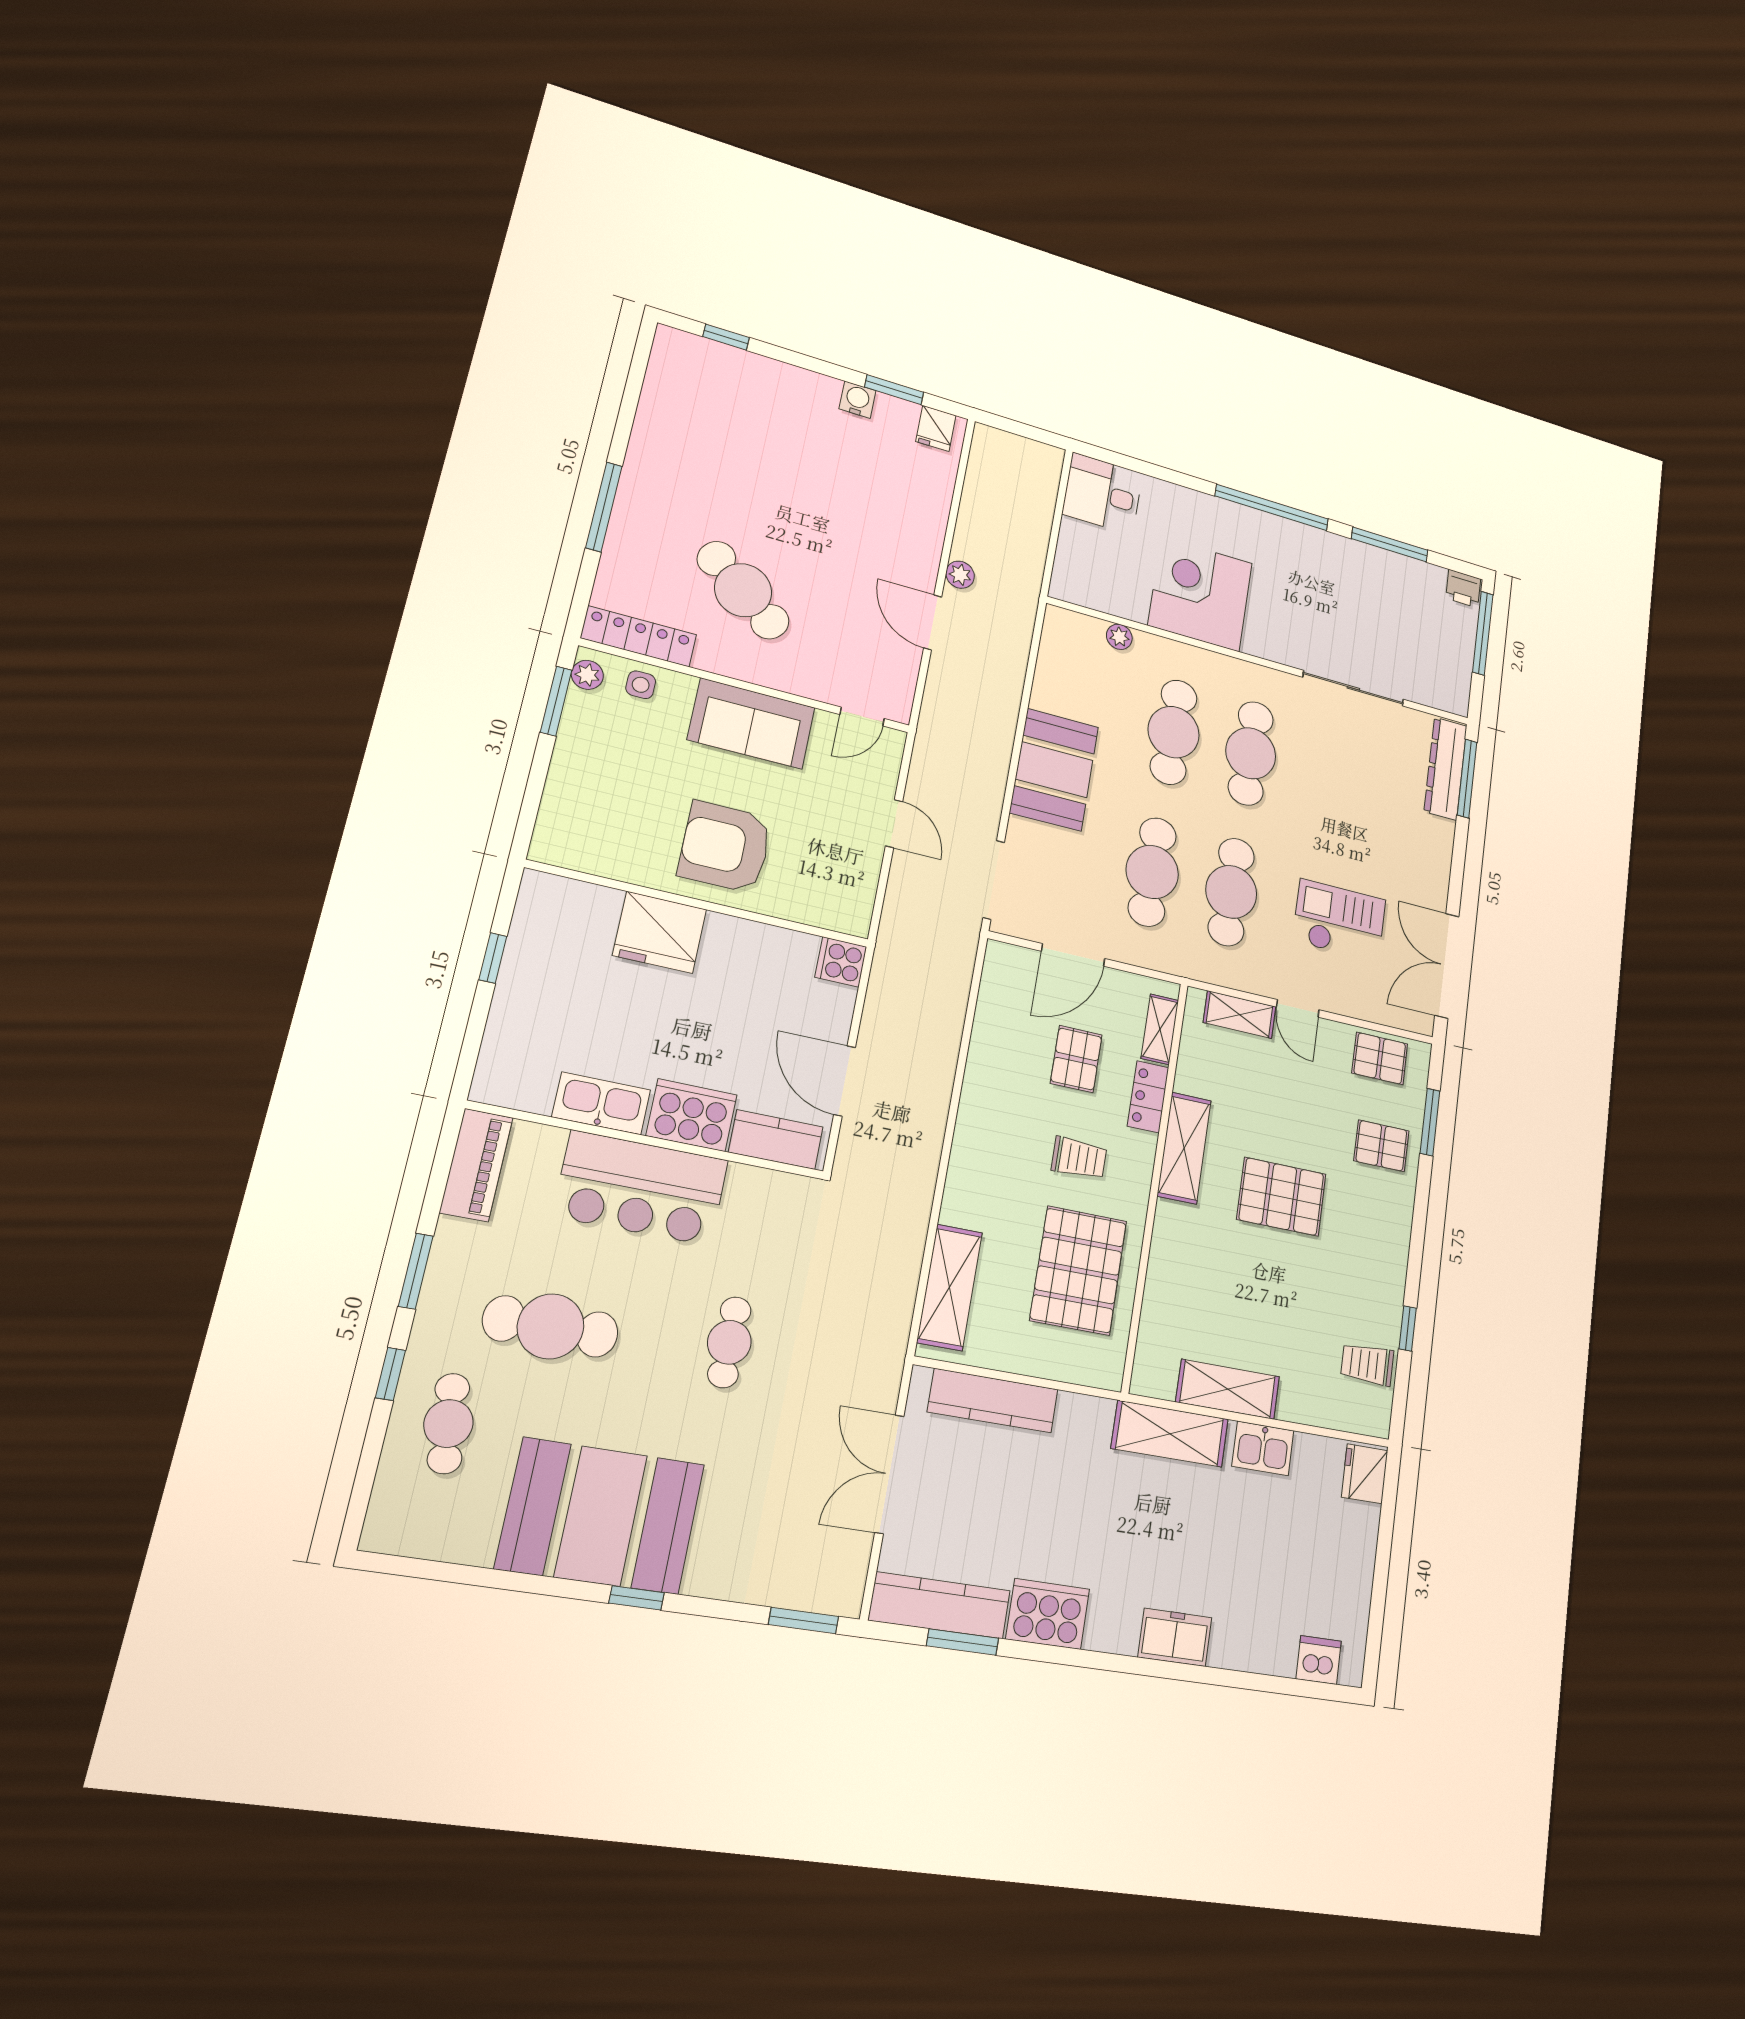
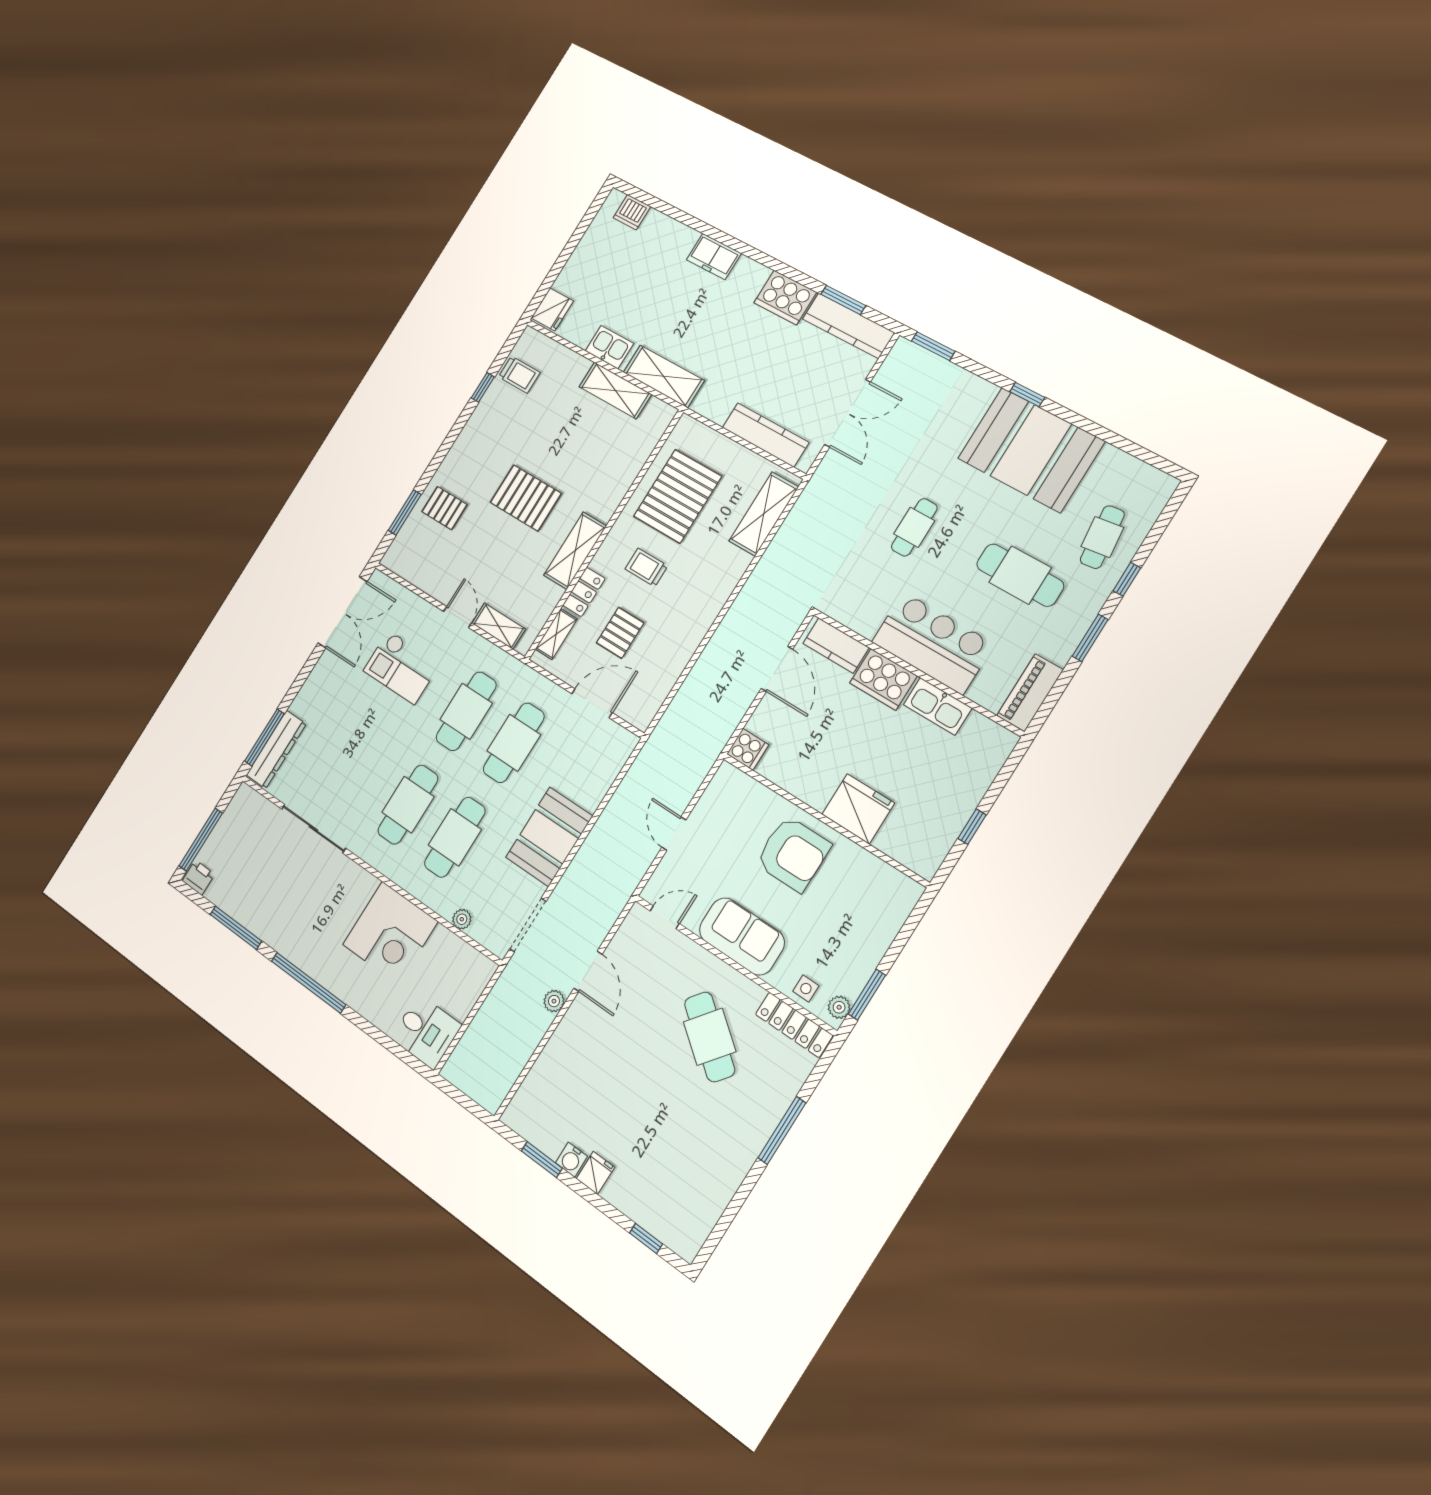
fridge: (936, 428) -> (595, 1173), moved
doorway: (994, 880) -> (528, 925), moved
pallet: (1380, 1058) -> (418, 565), removed

